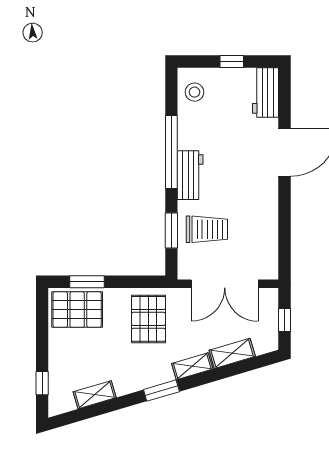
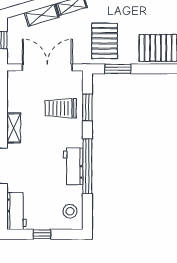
workbench: (190, 175) -> (73, 166), moved
shelving: (269, 203) -> (14, 128), added
window: (87, 282) -> (118, 69), moved

